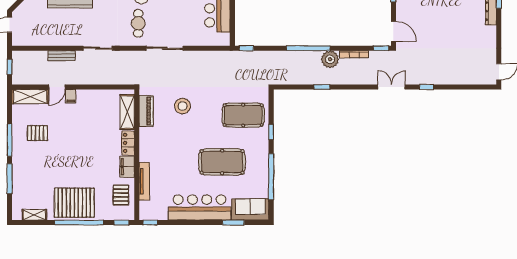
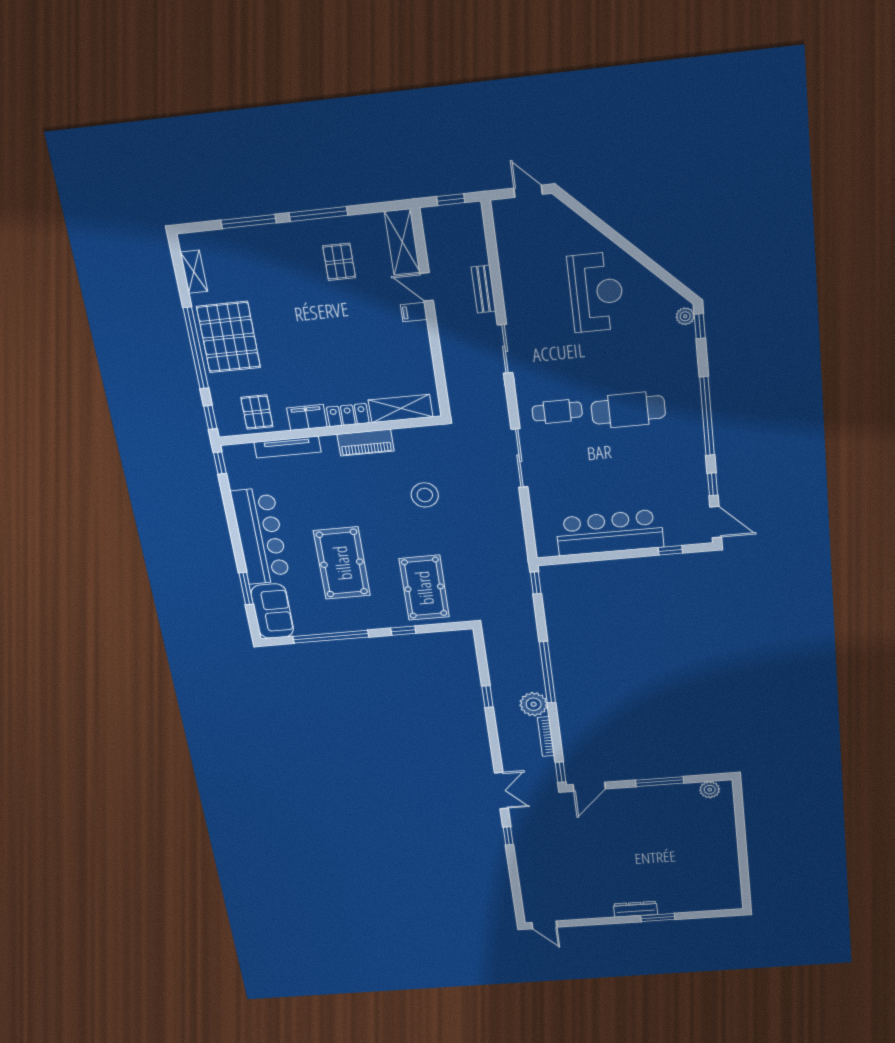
piano: (146, 111) -> (366, 443), moved
pallet: (121, 195) -> (257, 412), turned 90

